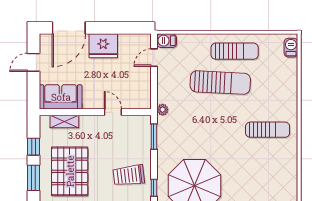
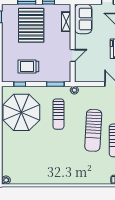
sun lounger: (268, 130) -> (58, 114), moved
pallet: (70, 171) -> (31, 25), turned 90
trolley: (129, 175) -> (28, 66), turned -83

